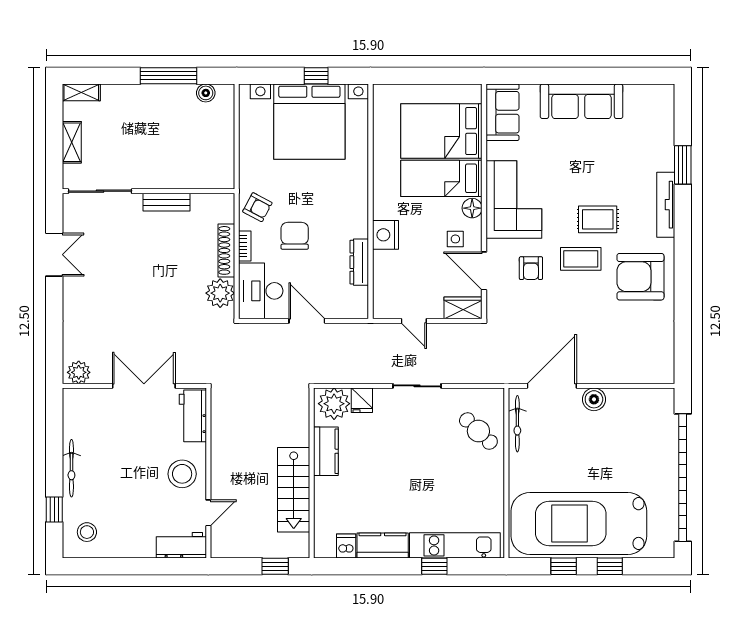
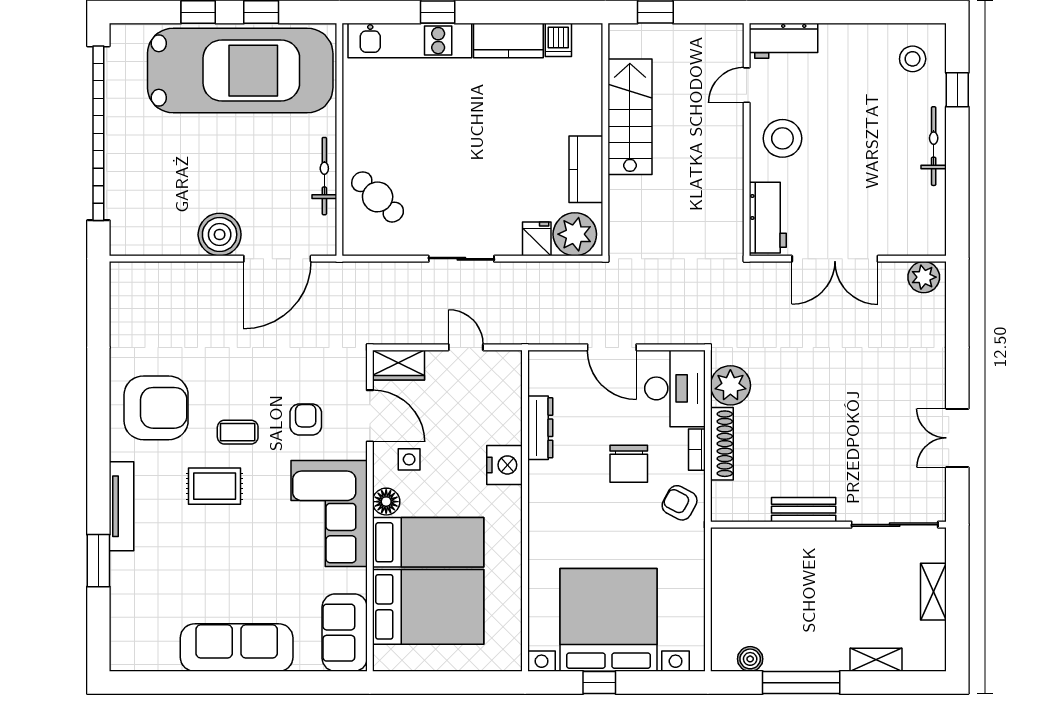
shelving: (81, 92) -> (876, 660), moved
coffee table: (581, 259) -> (238, 432), width x0.73, depth x0.77
boiler: (594, 399) -> (220, 235), width x1.37, depth x1.37
bicycle: (517, 424) -> (324, 176), moved

